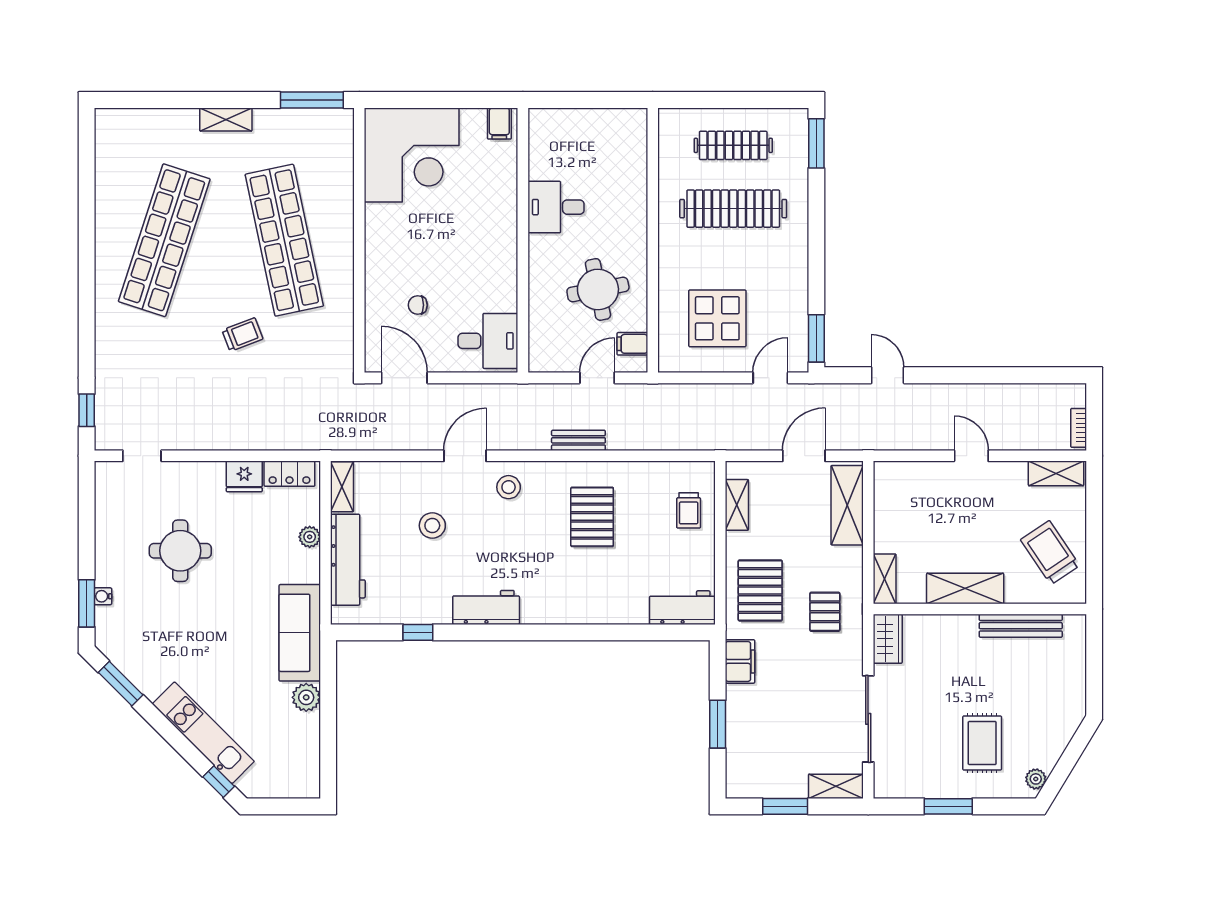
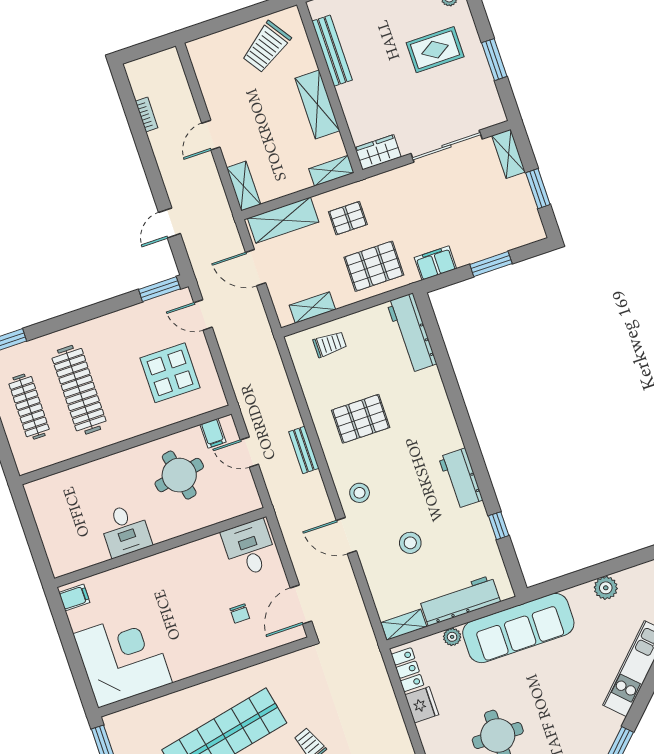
bookcase: (1079, 428) -> (147, 114), moved, turned -90
shelving: (1056, 473) -> (244, 186), moved
workbench: (682, 608) -> (412, 333), width x1.38
pallet: (825, 612) -> (348, 218), moved
sofa: (300, 633) -> (518, 628), width x1.36, depth x1.27
plant: (306, 697) -> (606, 588), moved

